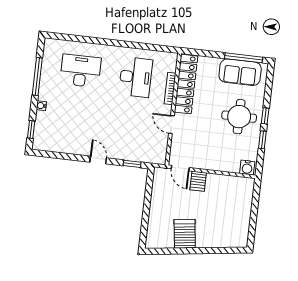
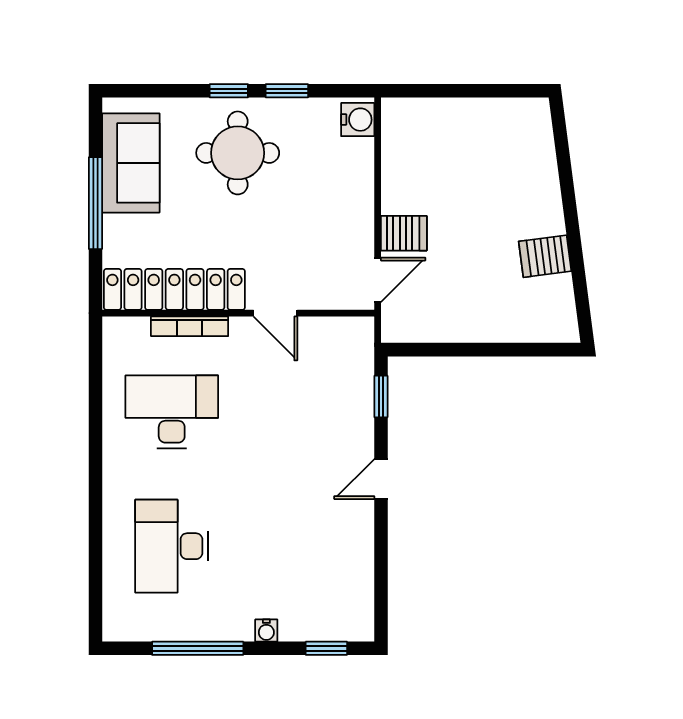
window: (244, 58) -> (95, 203), moved
door: (171, 124) -> (275, 313), hinge flipped
server rack: (185, 234) -> (545, 256), width x0.73, depth x0.70

